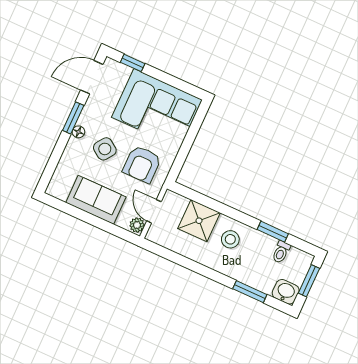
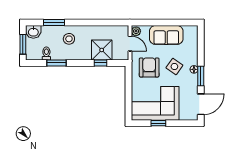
window: (133, 63) -> (158, 123), moved
window: (209, 203) -> (101, 63), added
stool: (230, 239) -> (69, 39), moved

